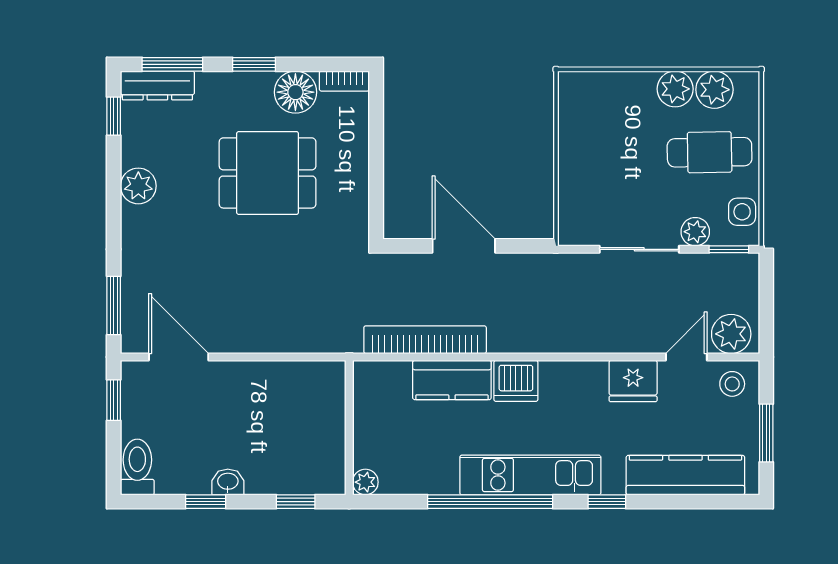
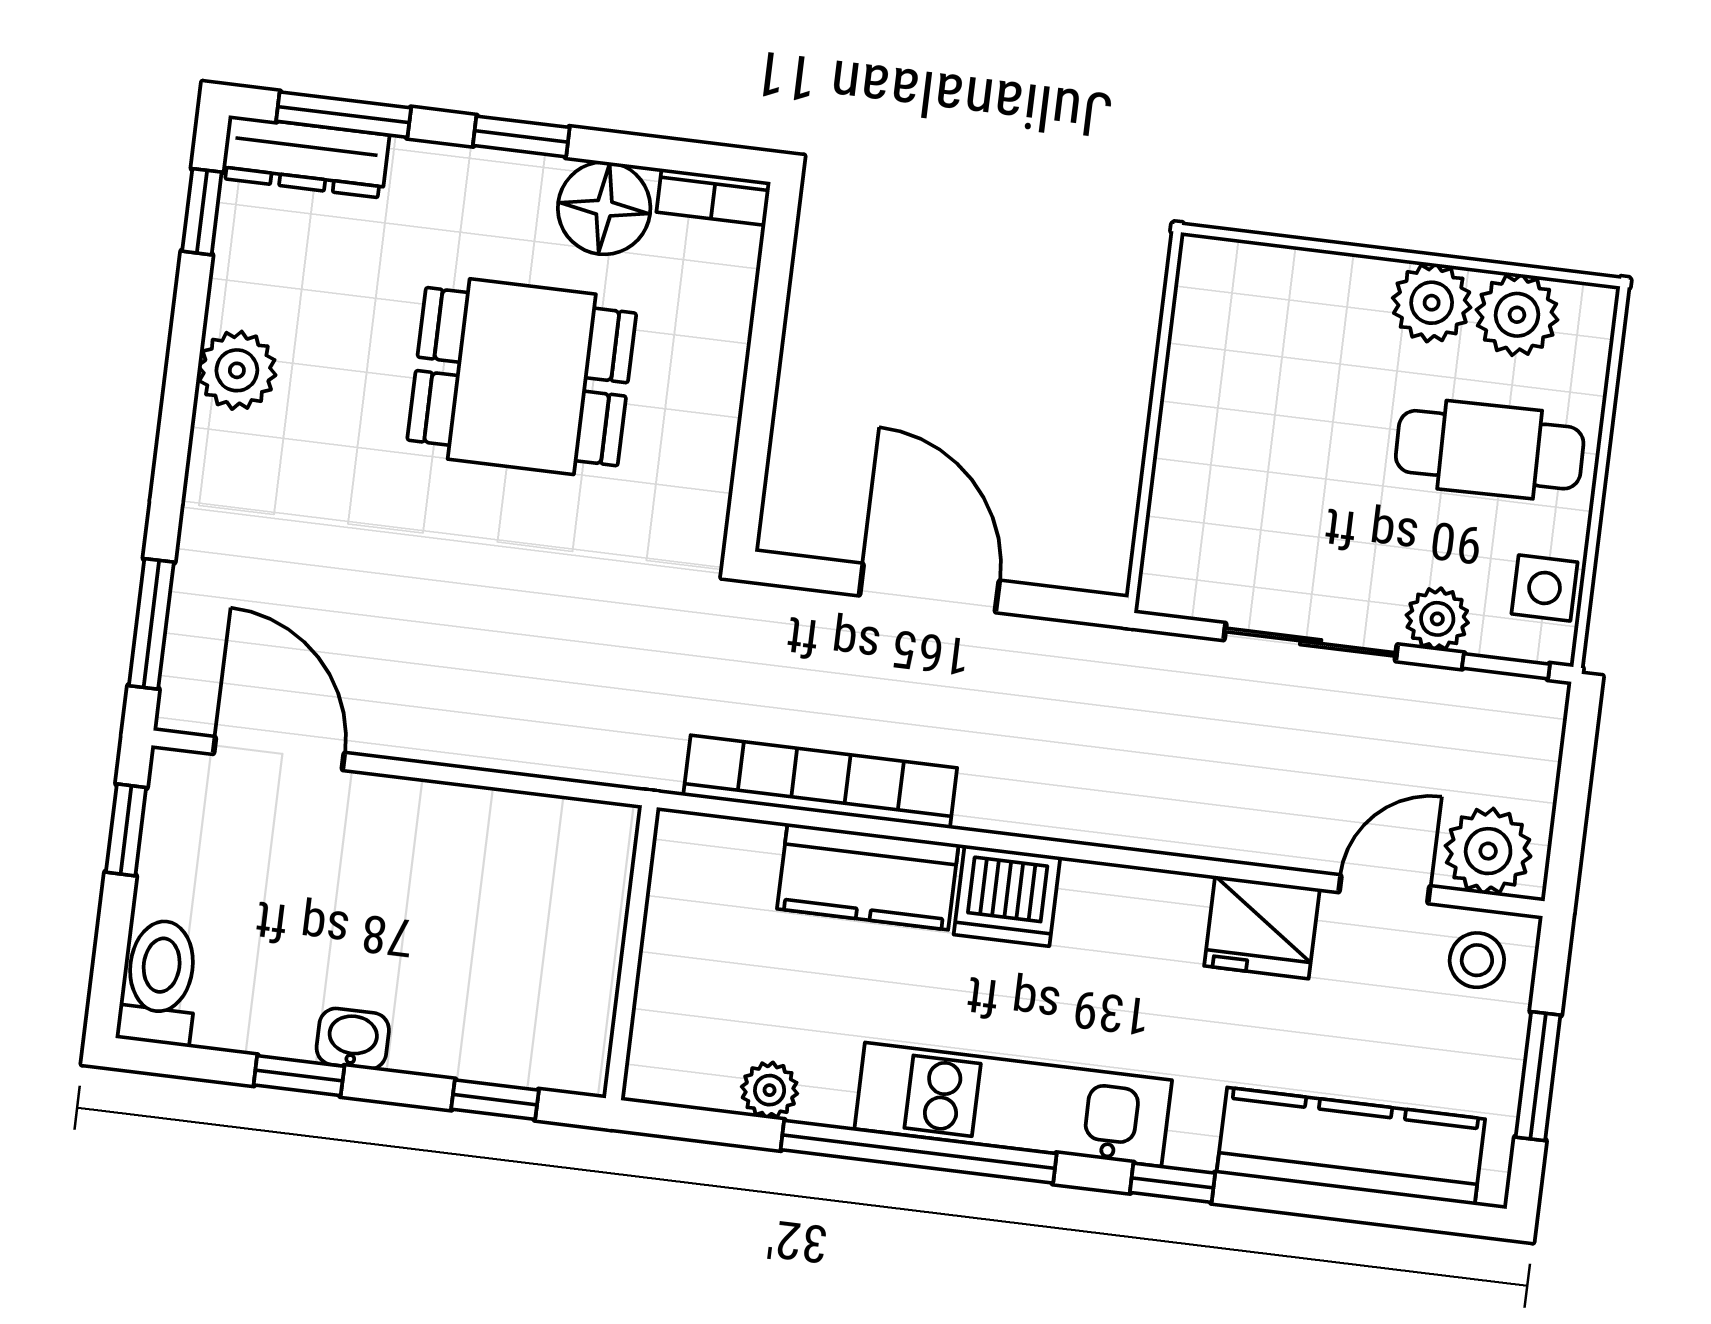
plant: (365, 482) -> (770, 1090), moved

